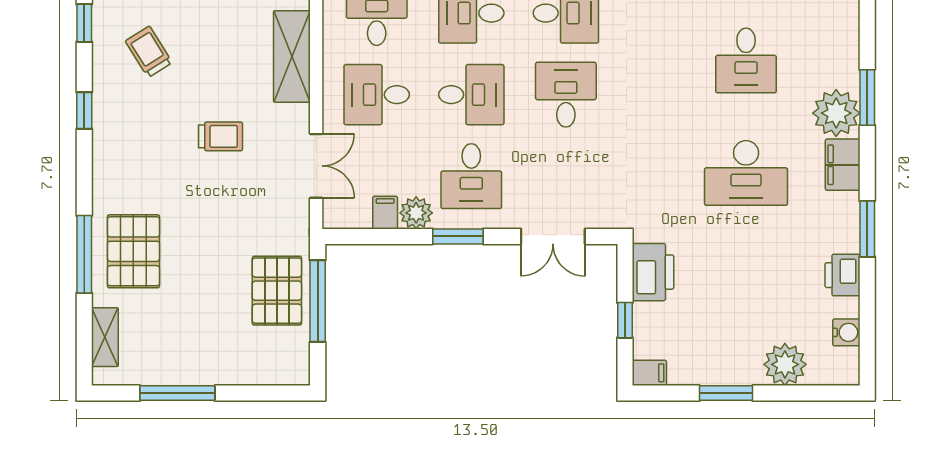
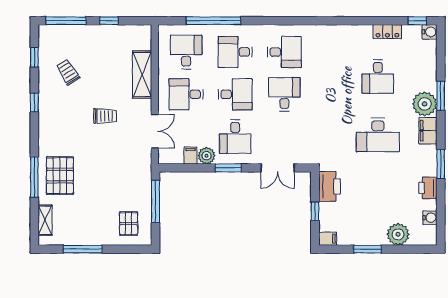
pallet: (277, 291) -> (129, 224), moved, width x0.67, depth x0.71

